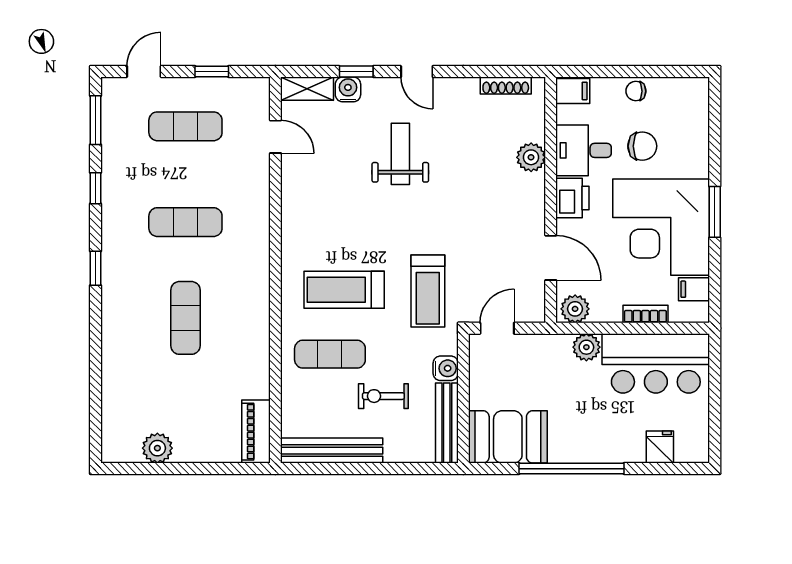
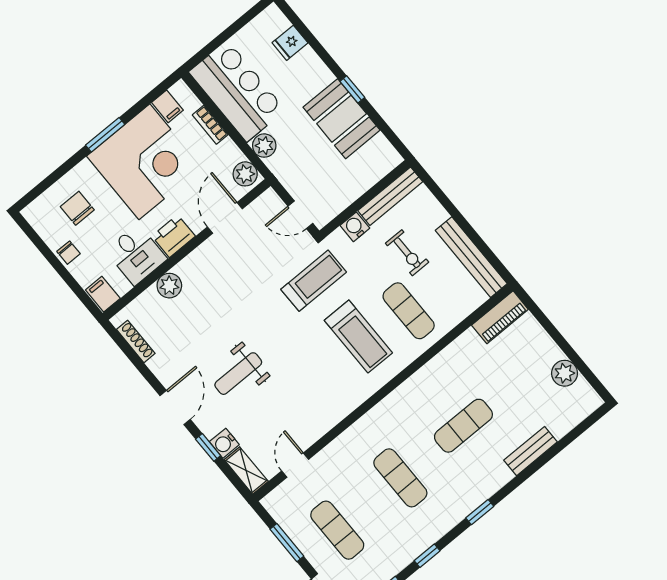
window: (212, 72) -> (287, 543), width x1.50
door: (417, 72) -> (175, 408), width x1.38
chair: (642, 146) -> (77, 208), moved
bench: (113, 359) -> (531, 451), added
booth: (508, 437) -> (342, 119), moved
window: (572, 469) -> (352, 89), width x0.32

